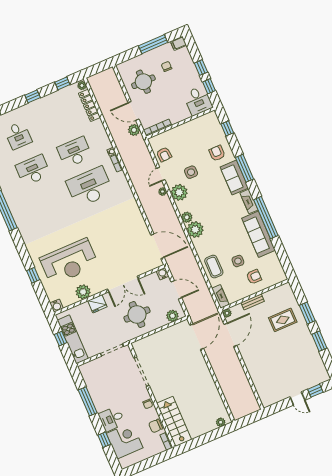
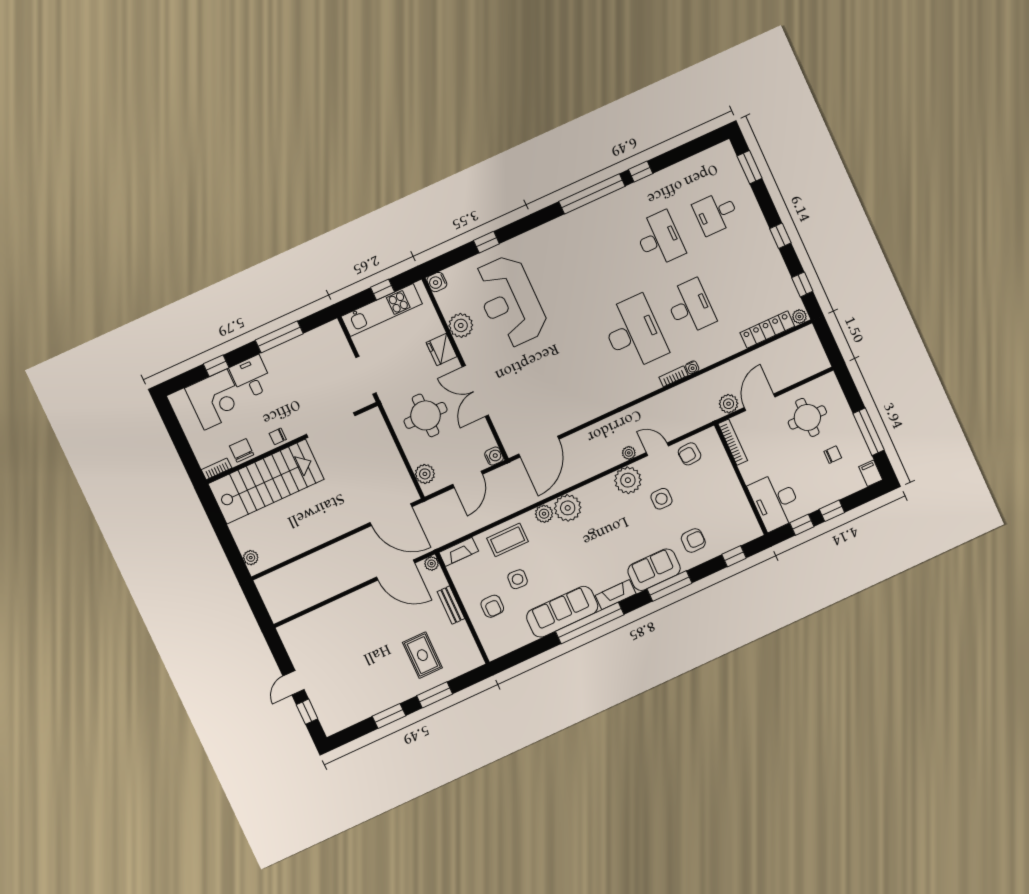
desk: (198, 101) -> (775, 501), width x1.37
plant: (187, 217) -> (544, 514), moved
stairs: (174, 421) -> (266, 482), width x1.36, depth x1.51

